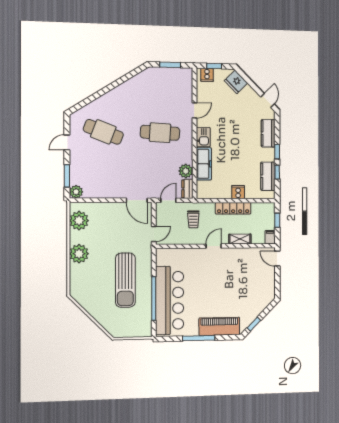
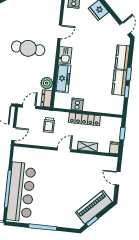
kitchen counter: (268, 176) -> (119, 83), moved
cooker: (238, 192) -> (77, 104), moved
door: (277, 259) -> (118, 178), moved
piano: (219, 326) -> (94, 207), moved, turned -45

